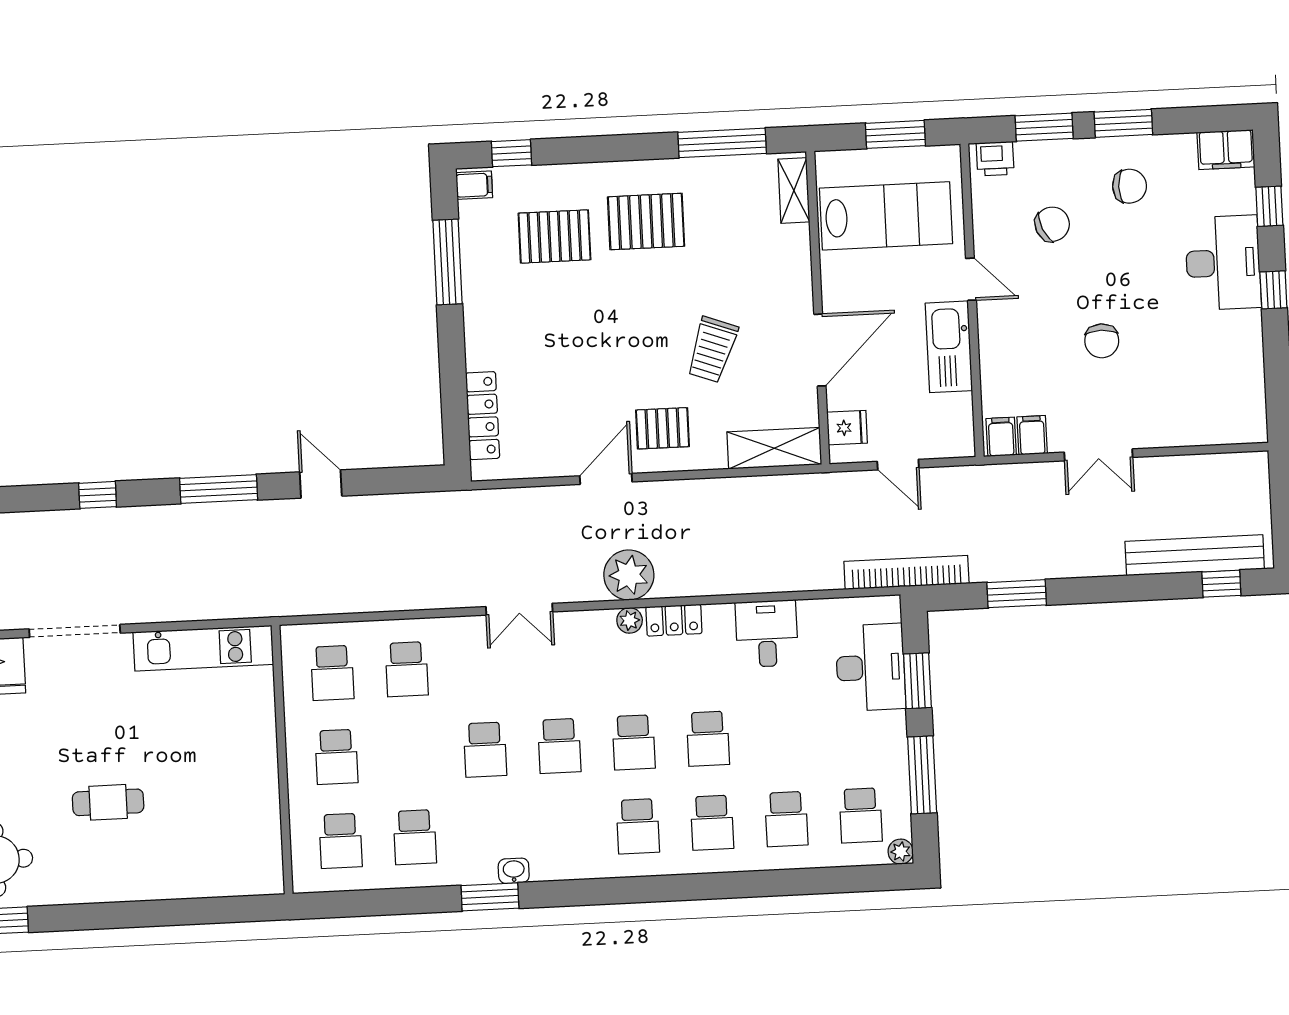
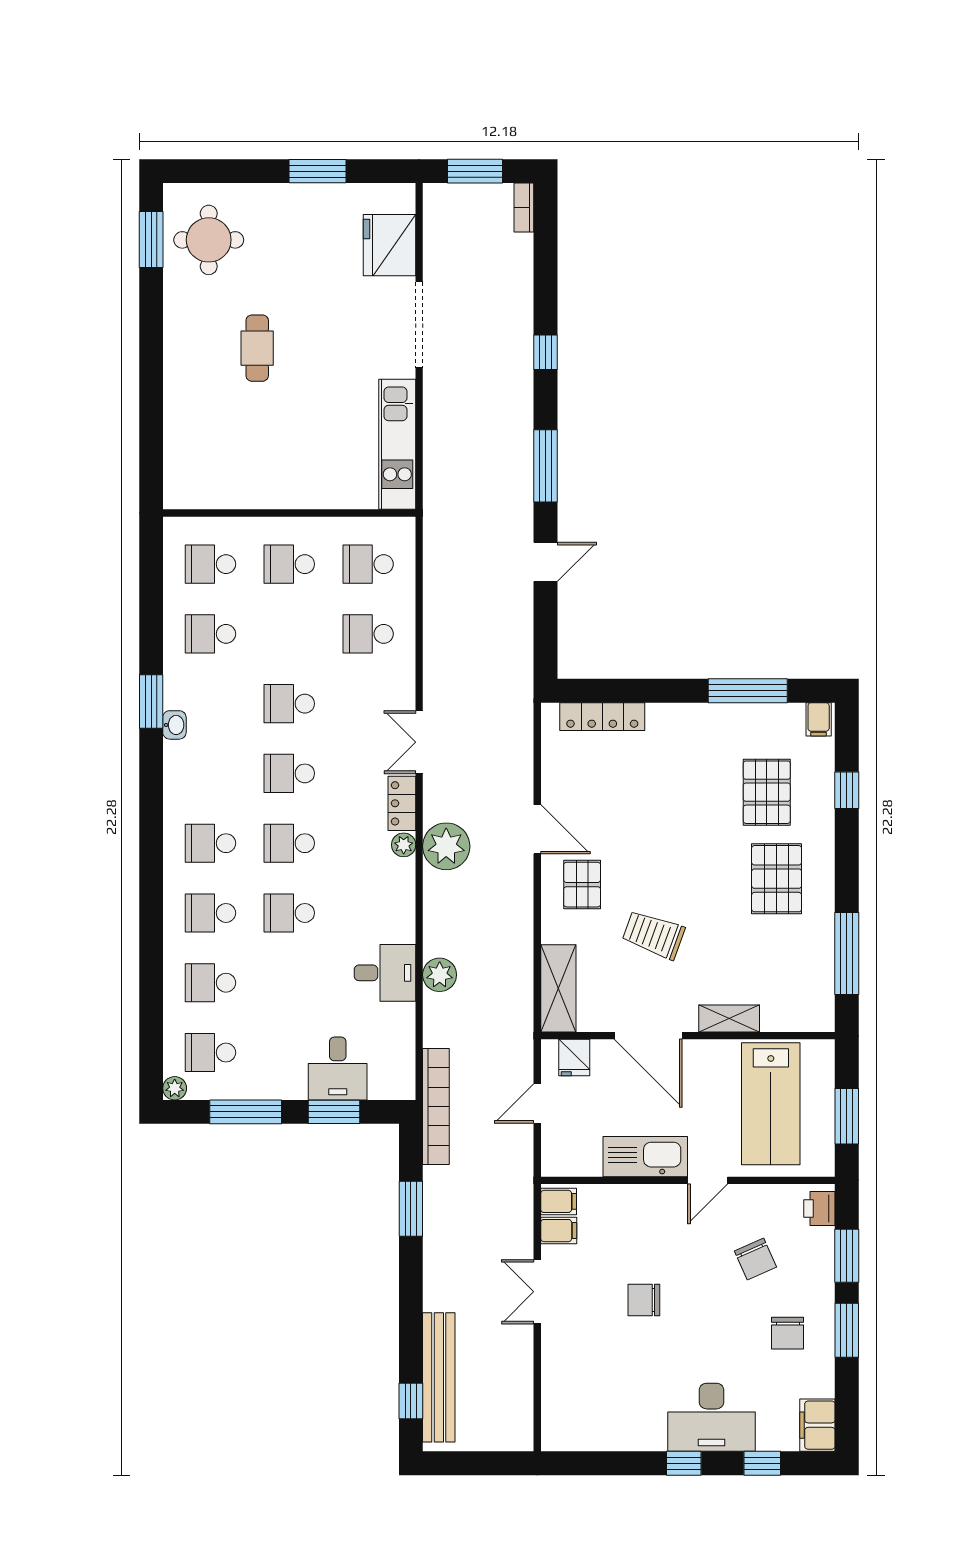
window: (512, 153) -> (847, 790), moved
shelving: (794, 190) -> (729, 1019), moved
plant: (766, 575) -> (440, 975), added
locker: (674, 620) -> (402, 803), moved
desk: (871, 667) -> (338, 1068), width x0.73

